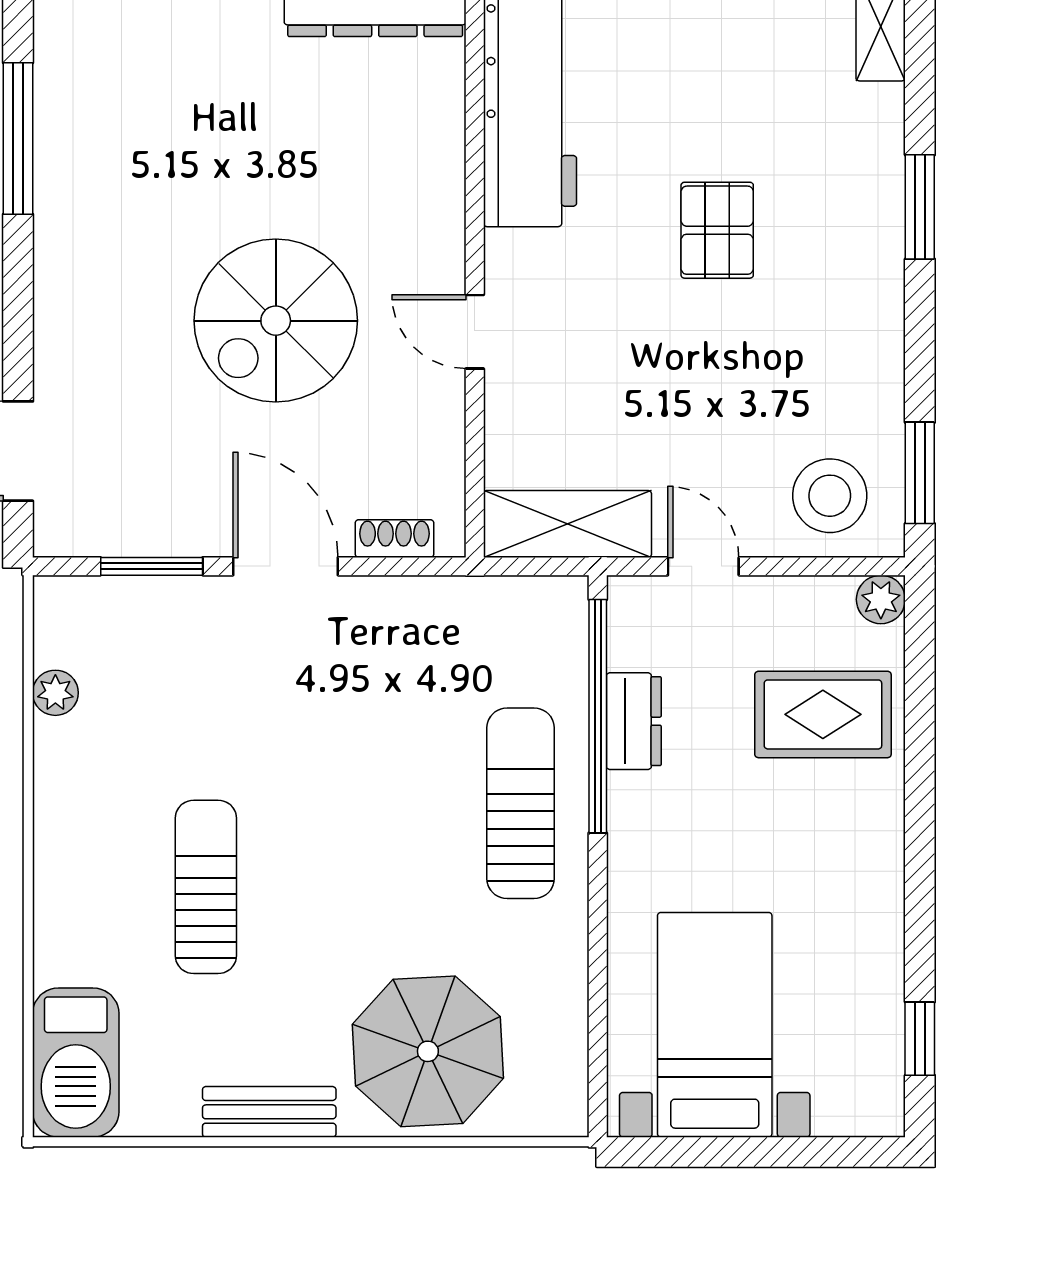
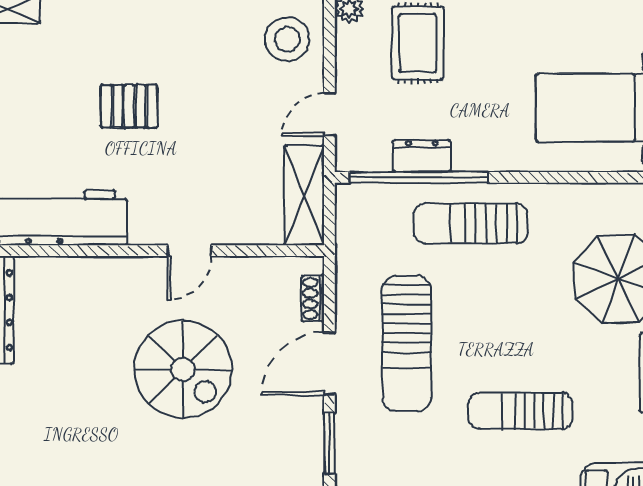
sun lounger: (319, 696) -> (407, 343), added

